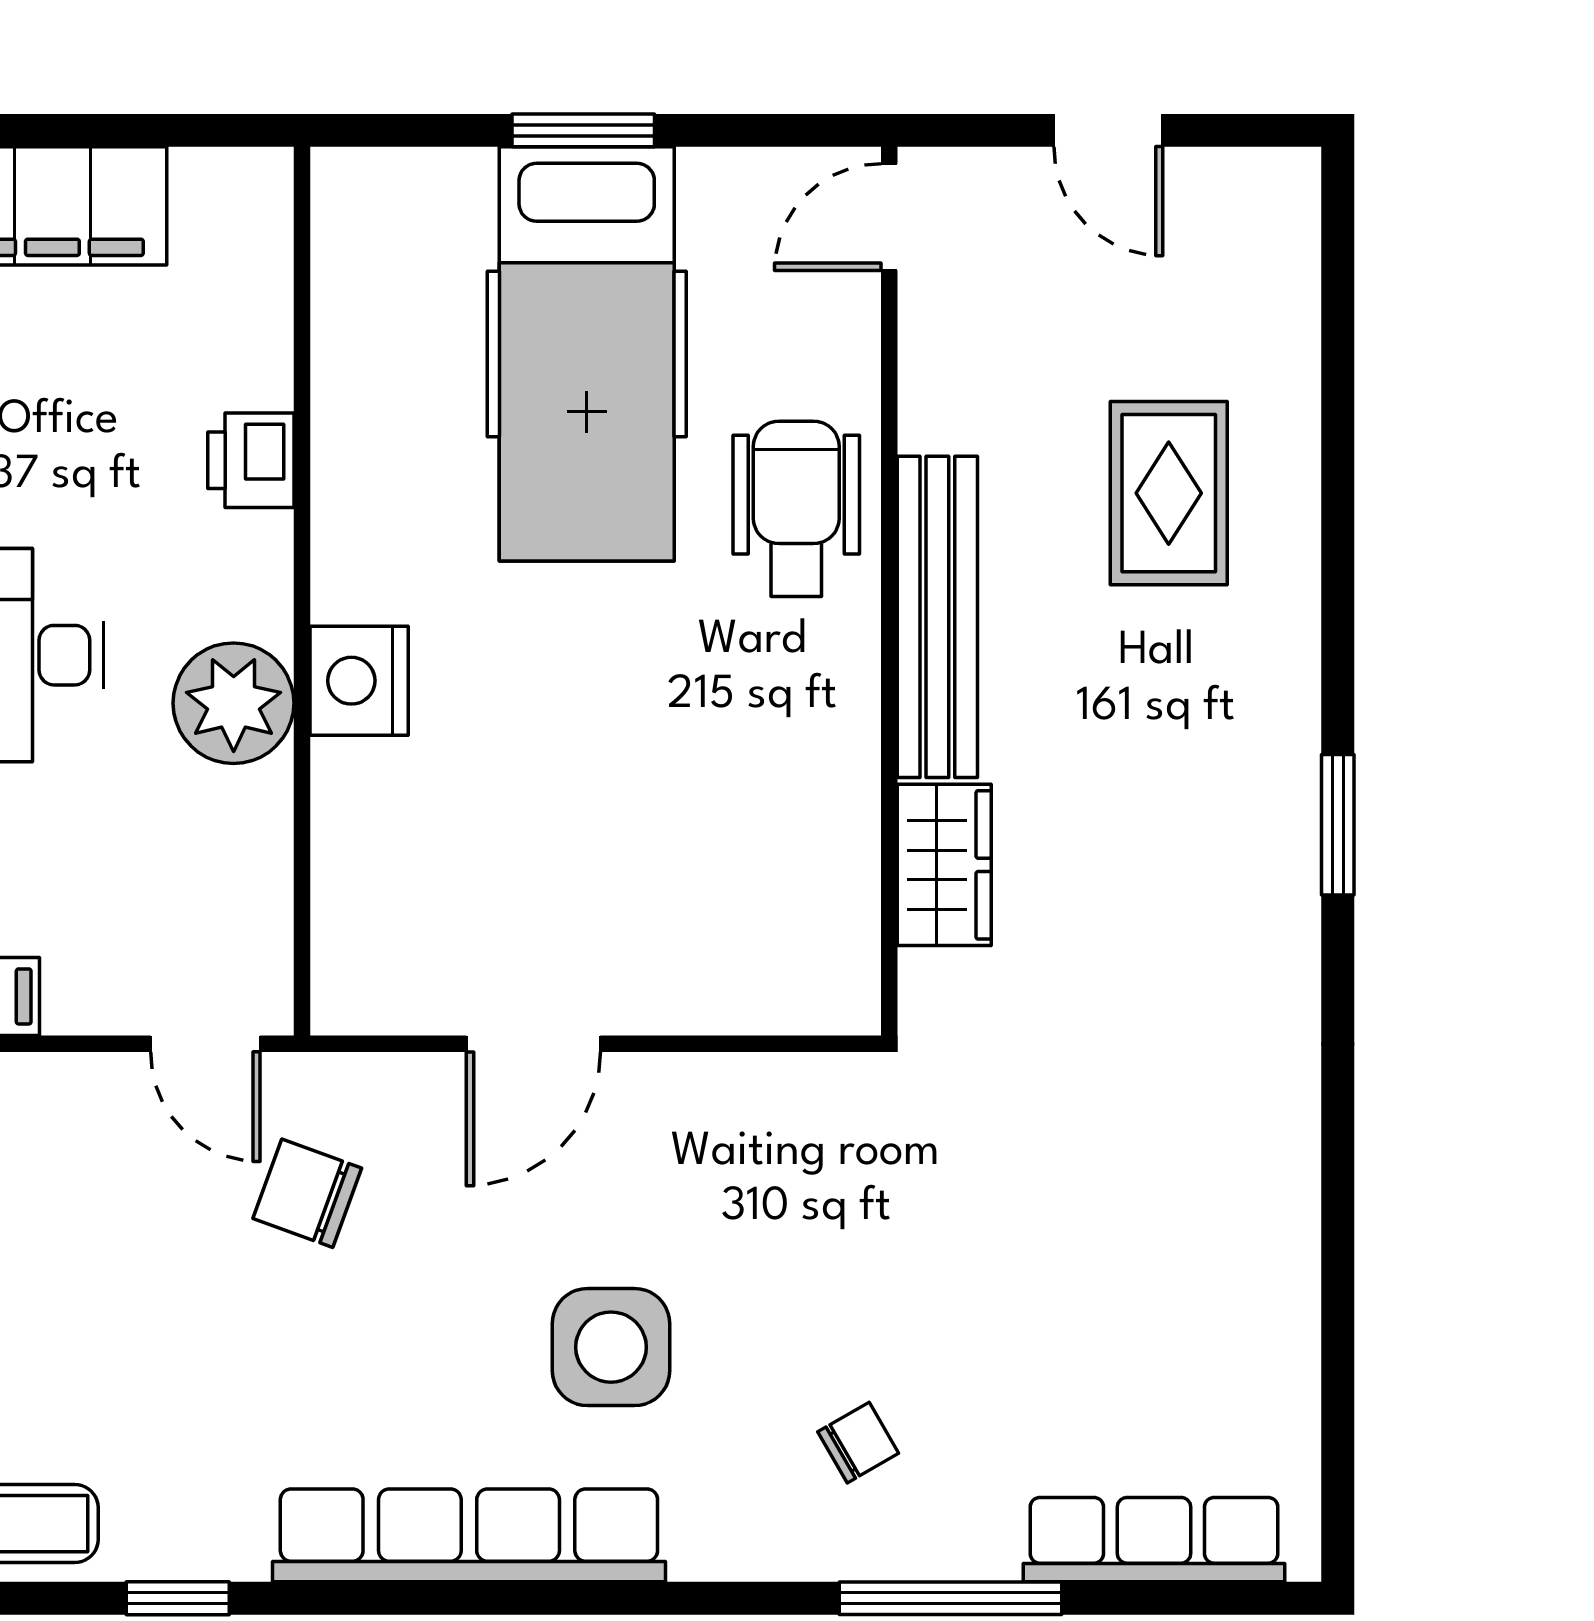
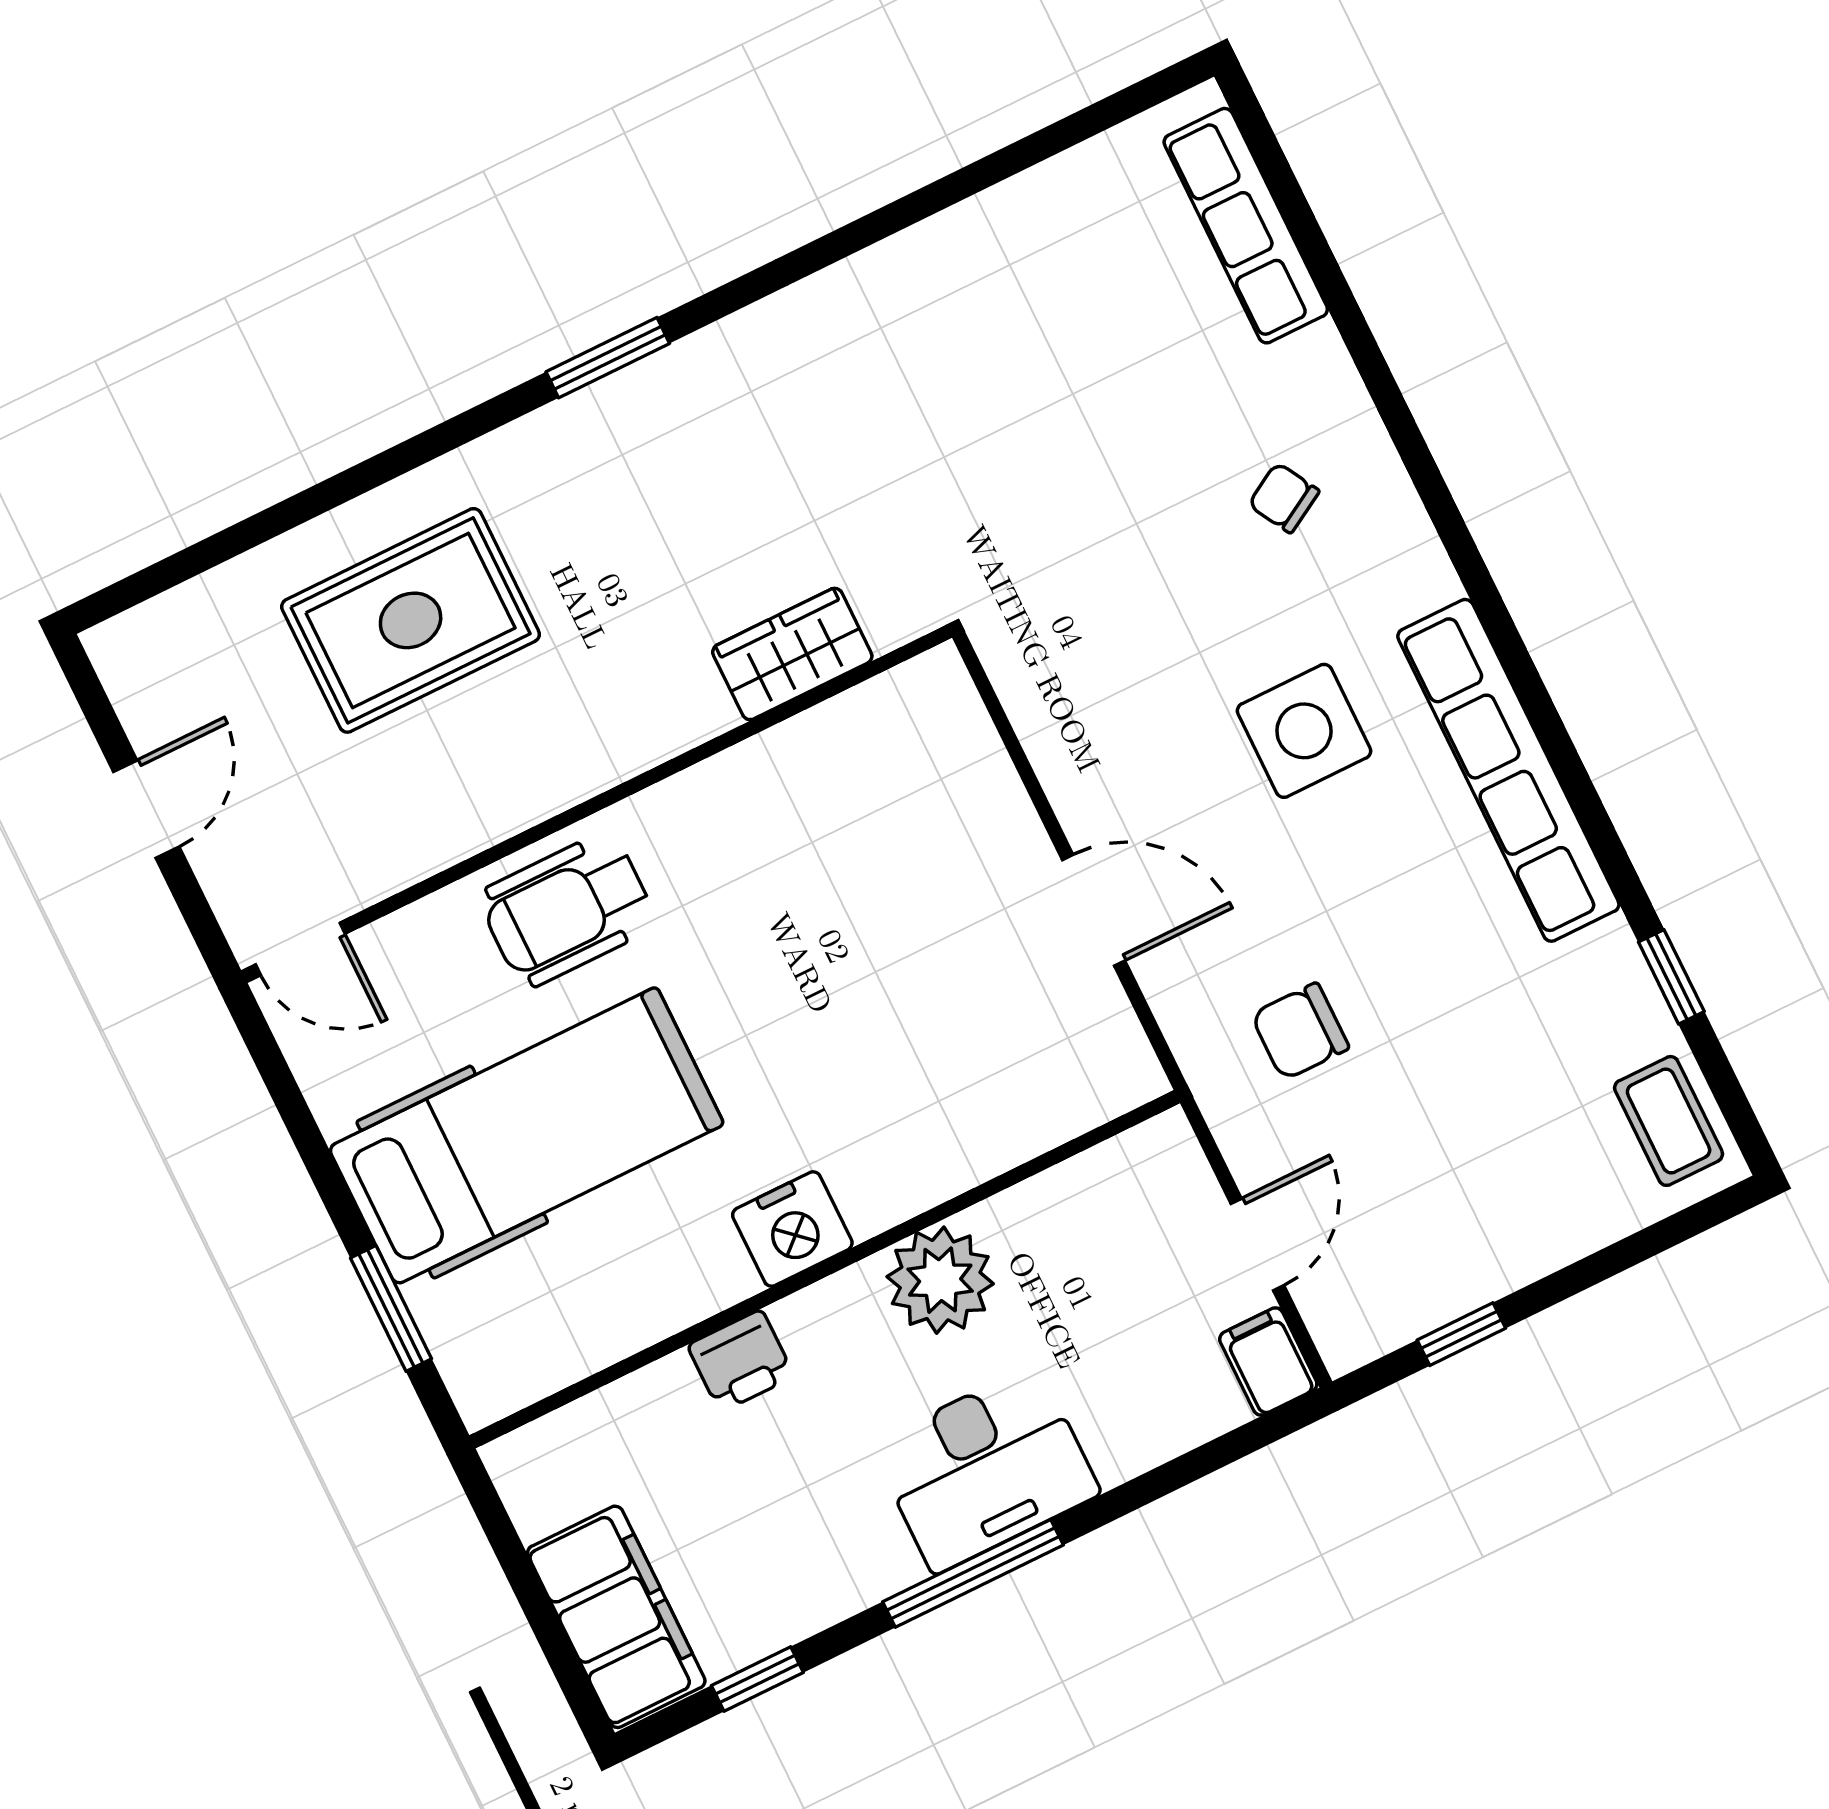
window: (583, 130) -> (391, 1308), moved
rug: (1169, 493) -> (411, 620), width x1.36, depth x1.43
bench: (937, 617) -> (598, 756), removed
nightstand: (359, 681) -> (792, 1229), moved
door: (205, 1044) -> (1257, 1244), moved
chair: (307, 1193) -> (1300, 1031), turned 70
window: (950, 1598) -> (1371, 364), removed

